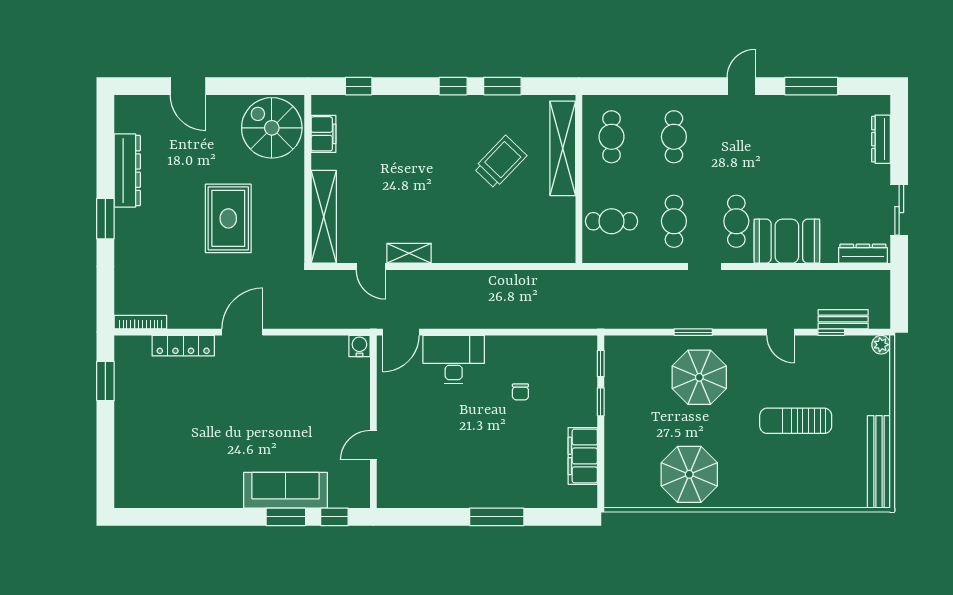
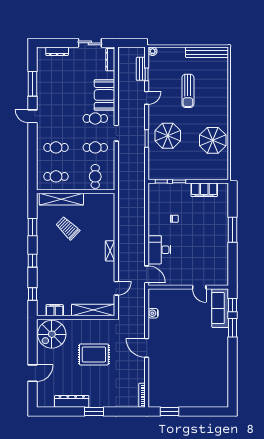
window: (453, 86) -> (32, 261), moved
shelving: (409, 253) -> (110, 251), moved
locker: (183, 346) -> (153, 375), removed
water cooler: (359, 346) -> (153, 313), moved
sofa: (285, 490) -> (220, 308), moved

